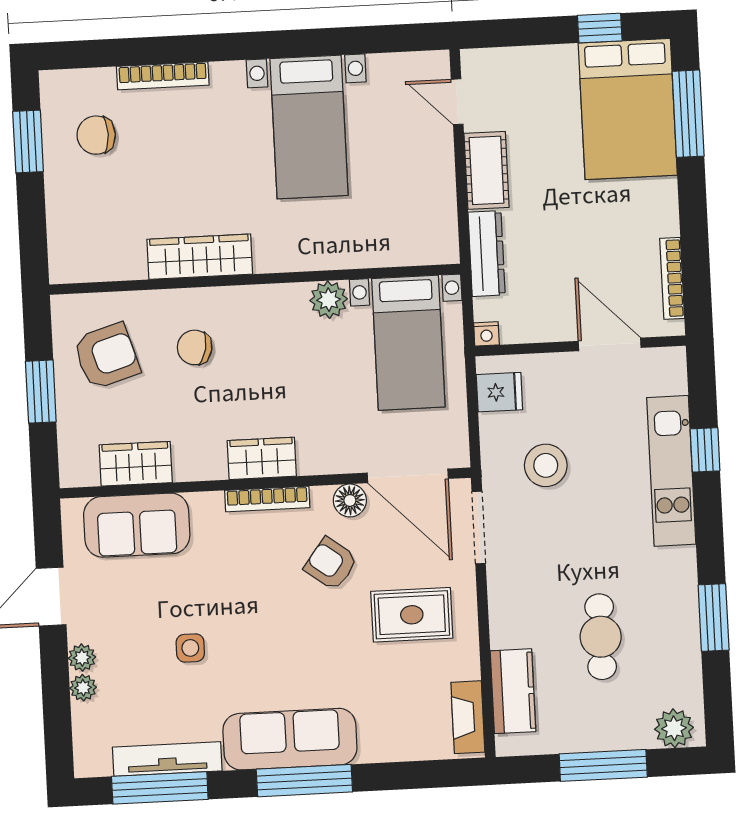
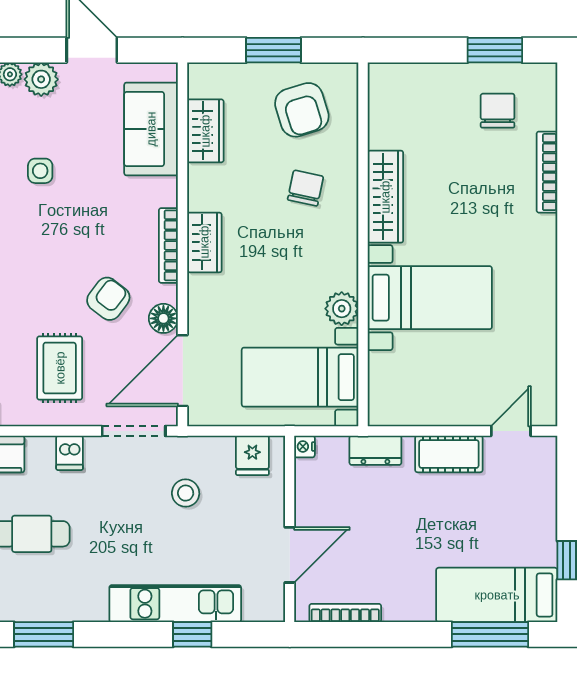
bed: (628, 109) -> (497, 595), width x0.67
bed with nightstands: (309, 127) -> (430, 298), moved, turned 180
dresser: (487, 254) -> (375, 450), width x0.70
stool: (546, 465) -> (186, 493), width x0.73, depth x0.73
dishwasher: (507, 599) -> (70, 453), added
plant: (82, 658) -> (41, 79), width x1.38, depth x1.38

